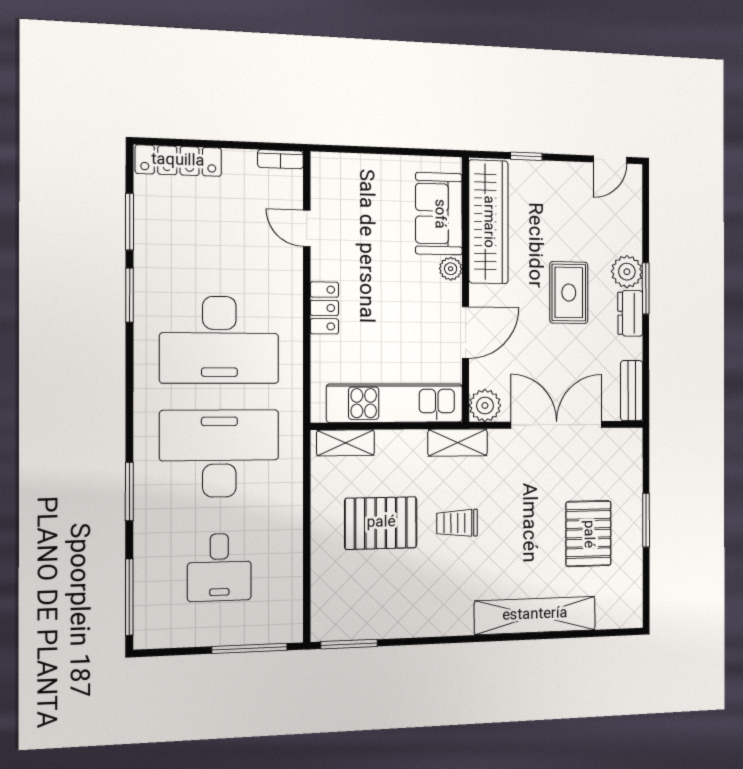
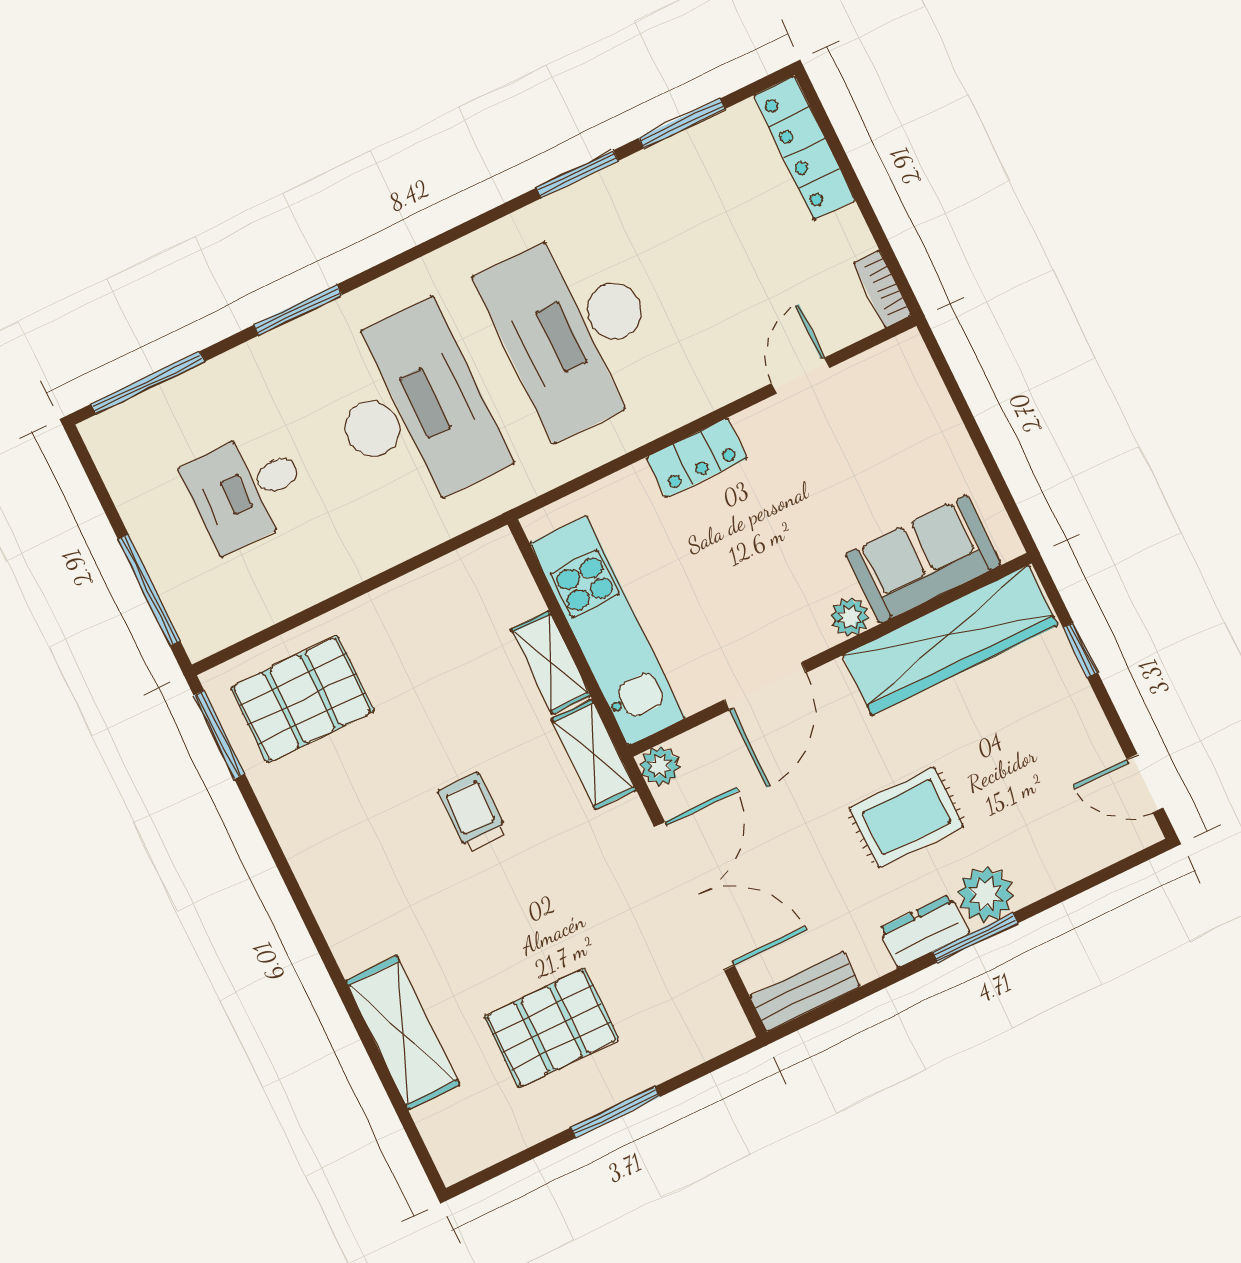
door: (466, 333) -> (765, 686), hinge flipped
plant: (485, 405) -> (660, 766), width x0.73, depth x0.73
shelving: (346, 443) -> (551, 662), moved
pallet: (381, 523) -> (302, 699), moved, turned 90
shelving: (535, 615) -> (402, 1033), width x0.68

